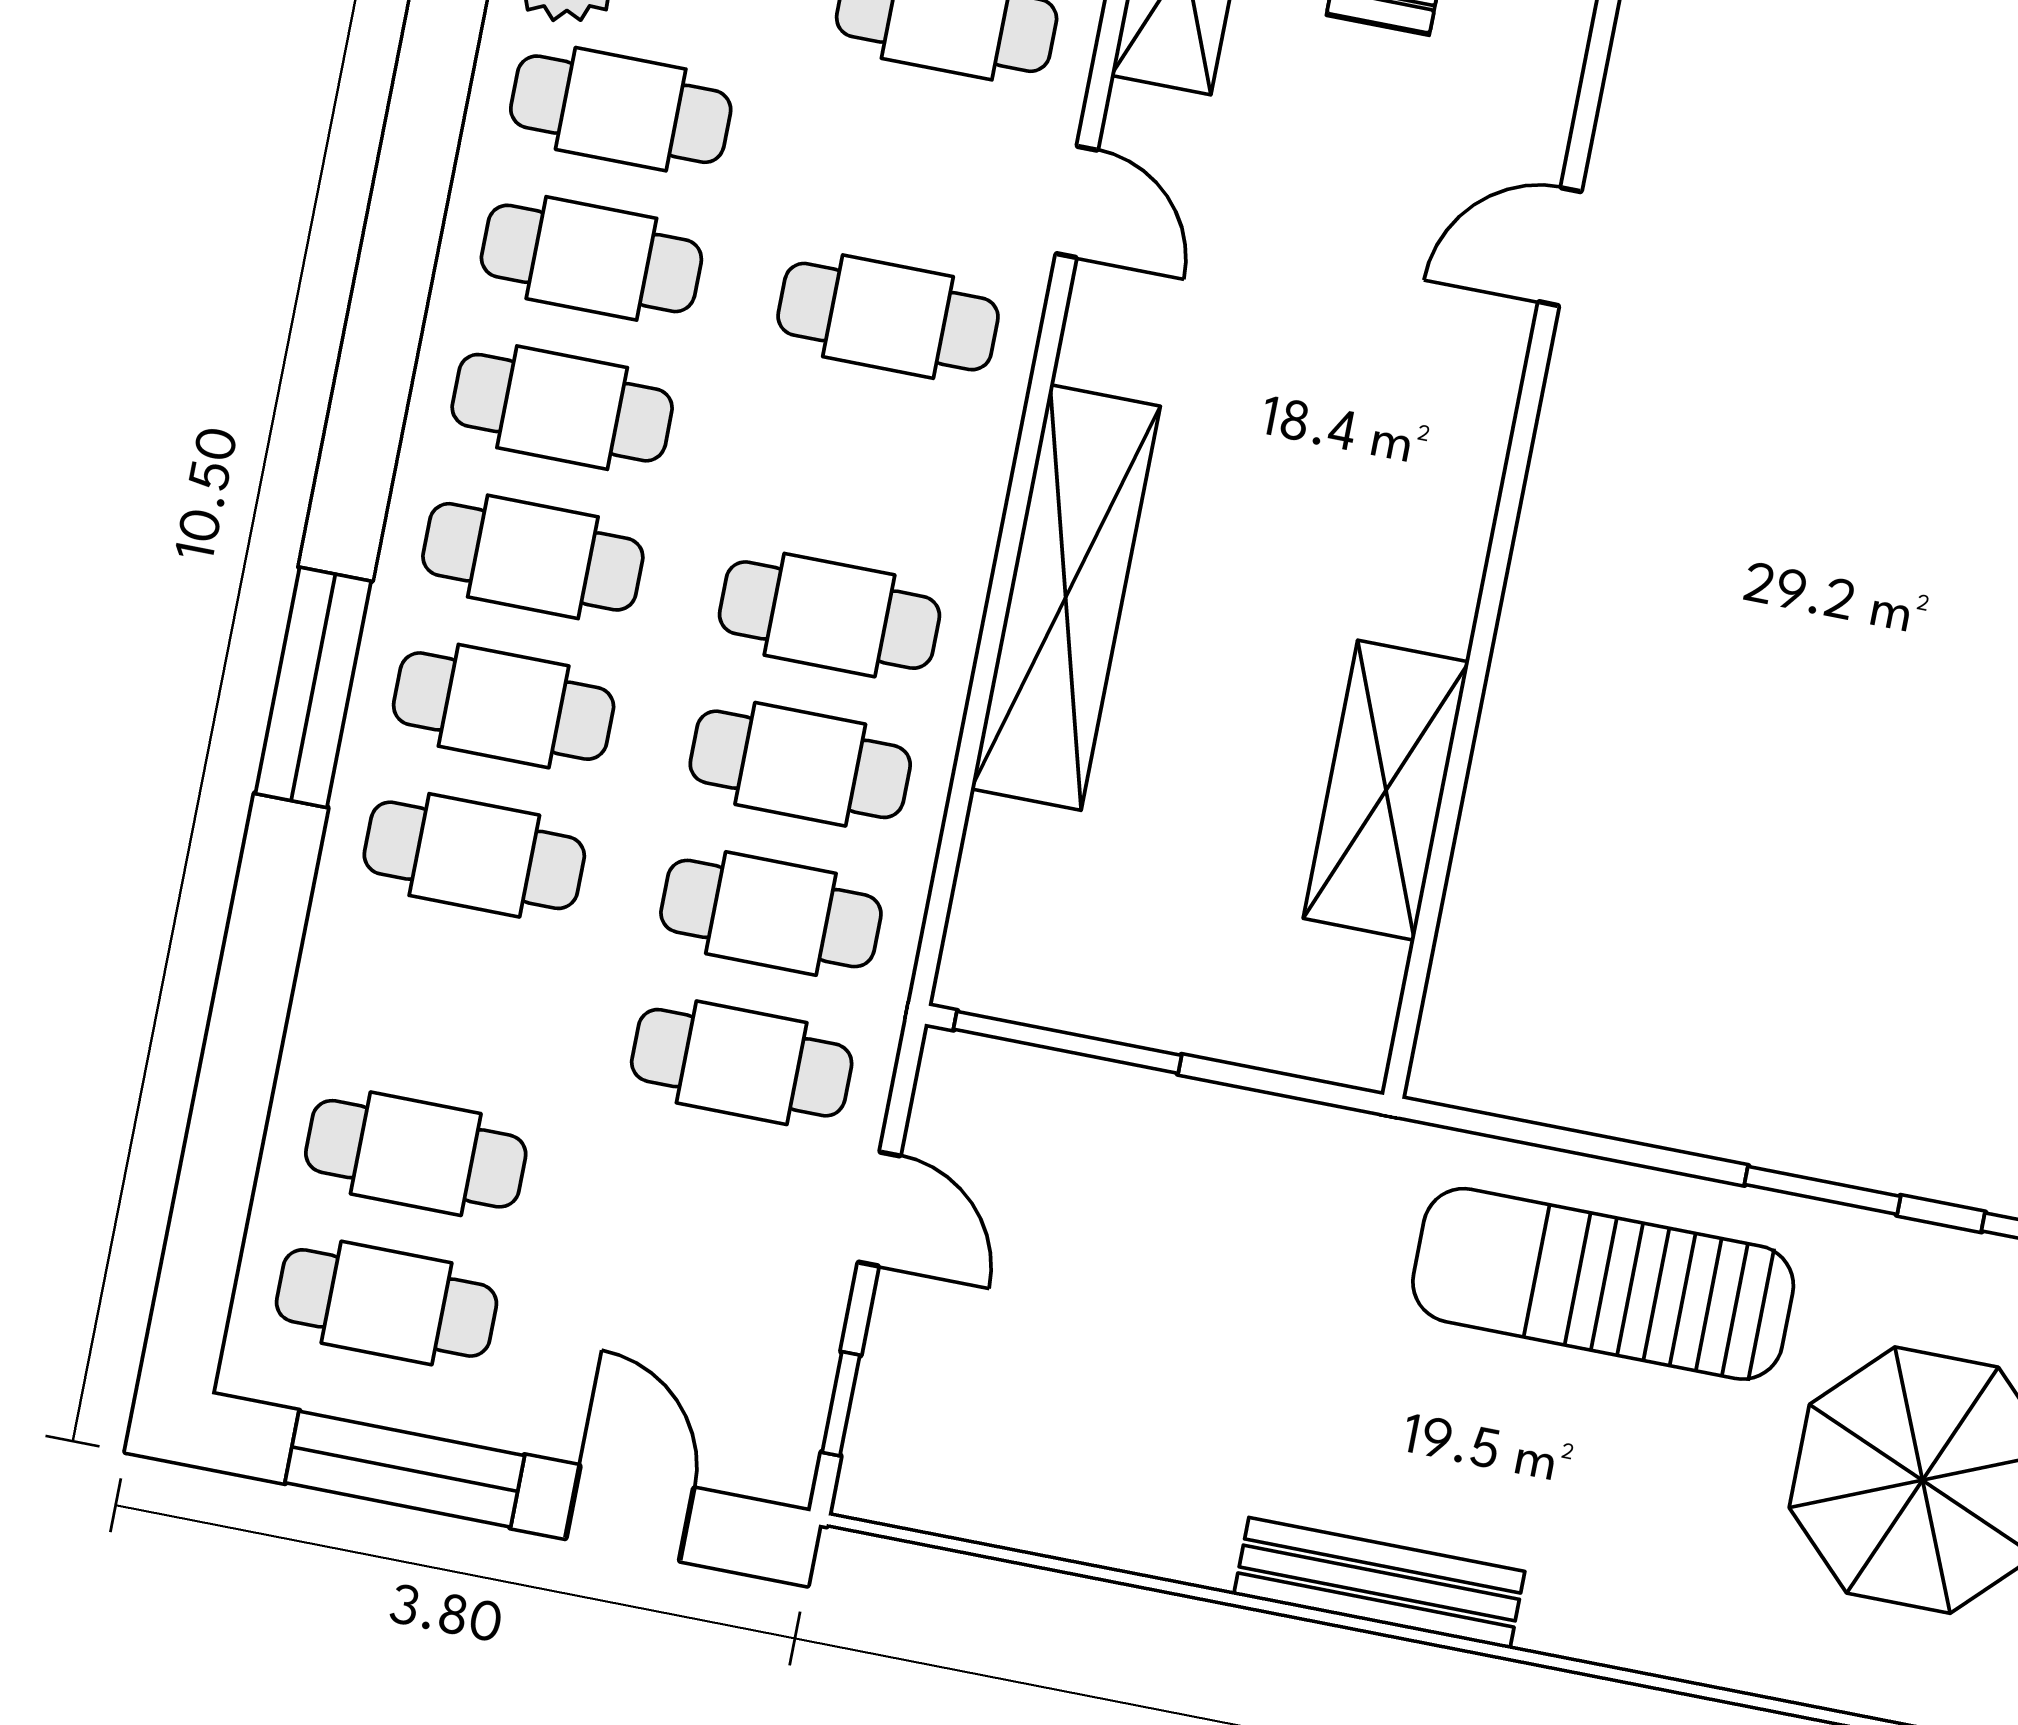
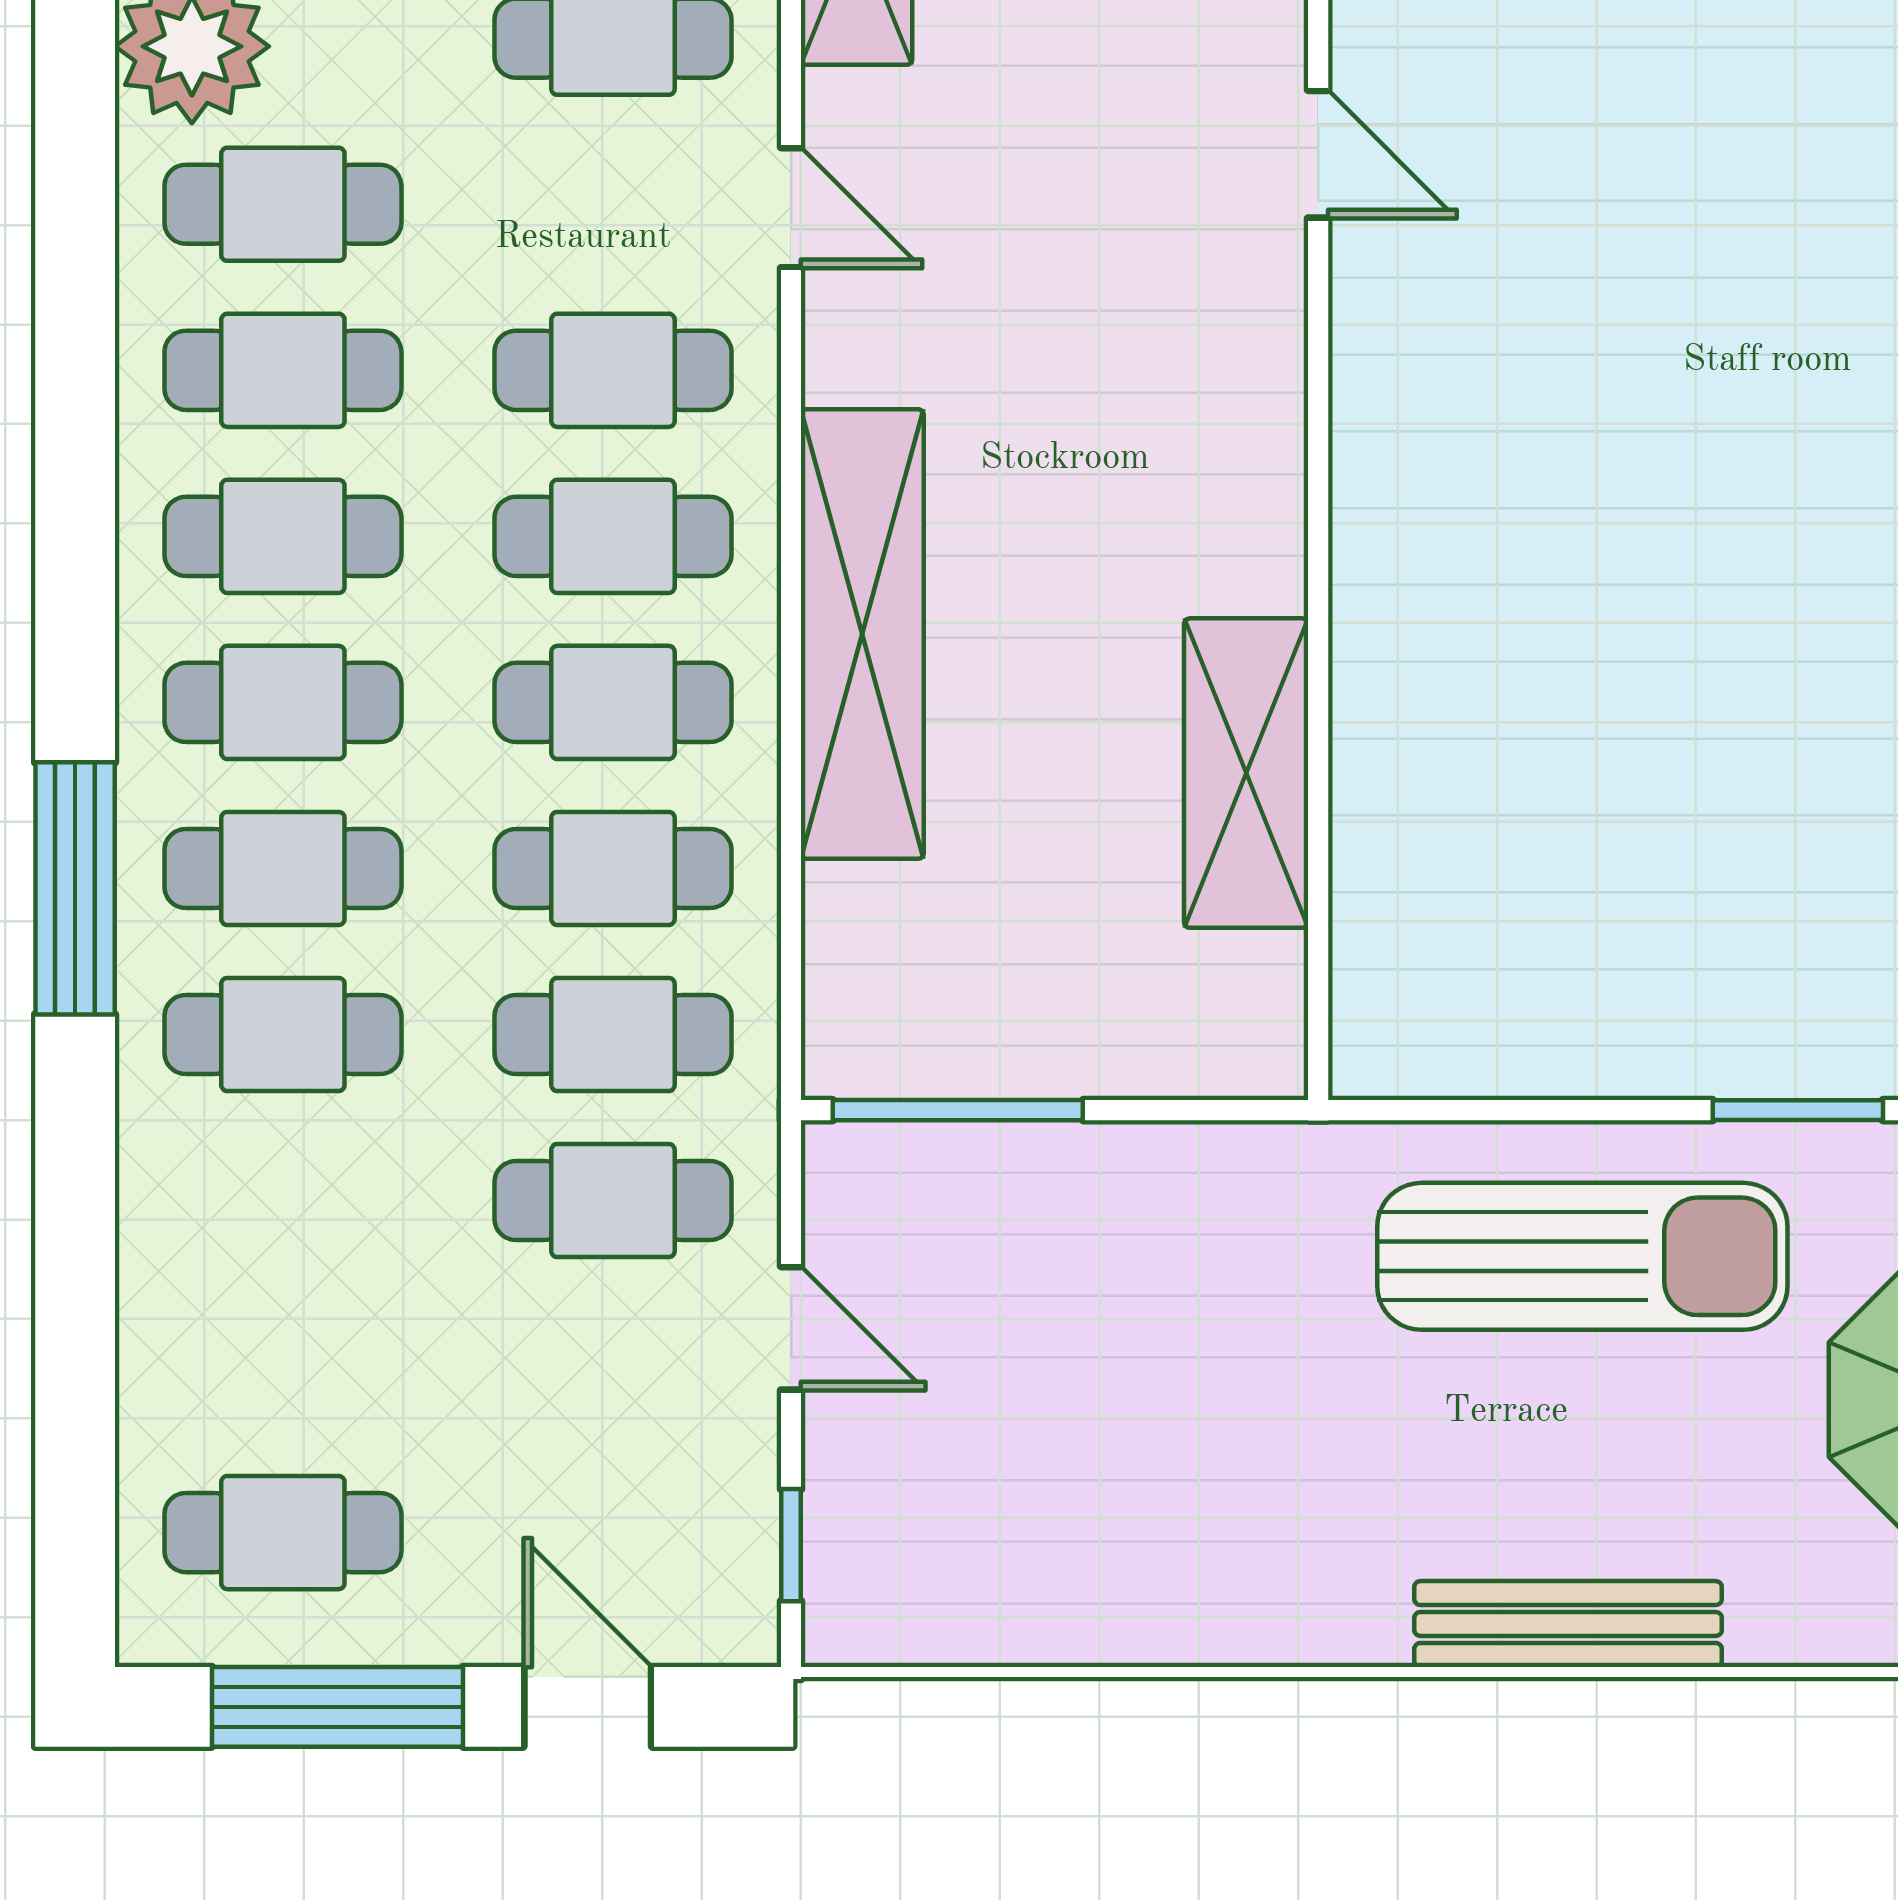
door: (1560, 247) -> (1318, 154), swing flipped
cafe table: (416, 1154) -> (613, 536), moved
sun lounger: (1603, 1284) -> (1582, 1256), turned 180
bench: (1379, 1583) -> (1568, 1624), moved

